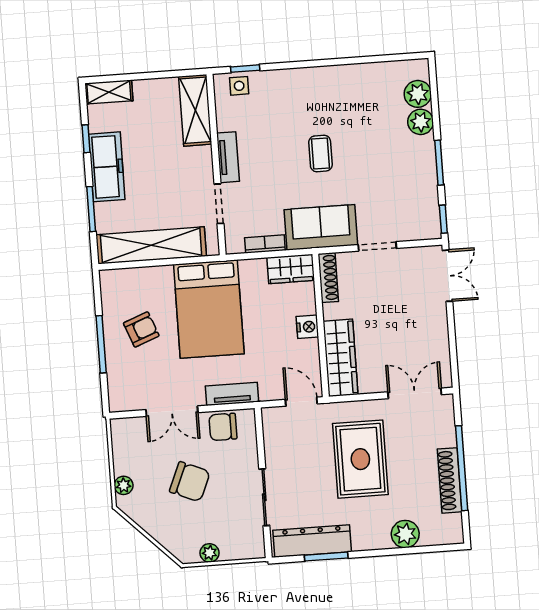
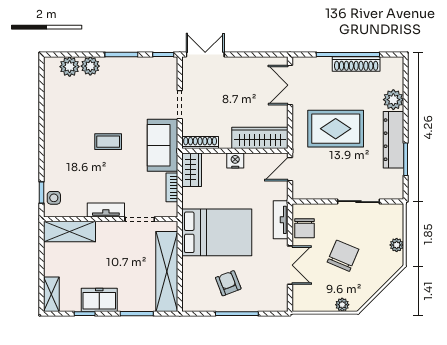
freezer: (107, 167) -> (99, 300), width x0.71
dresser: (312, 541) -> (393, 140), moved

